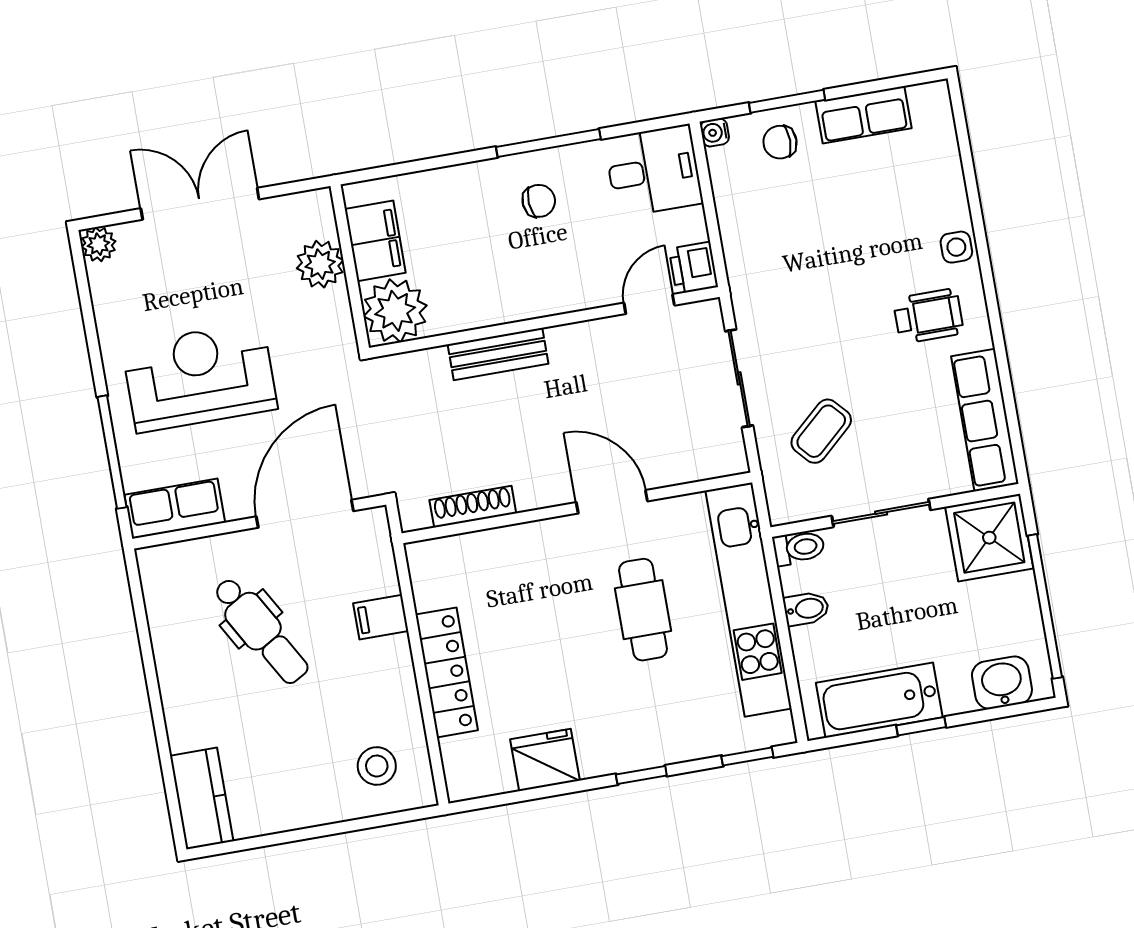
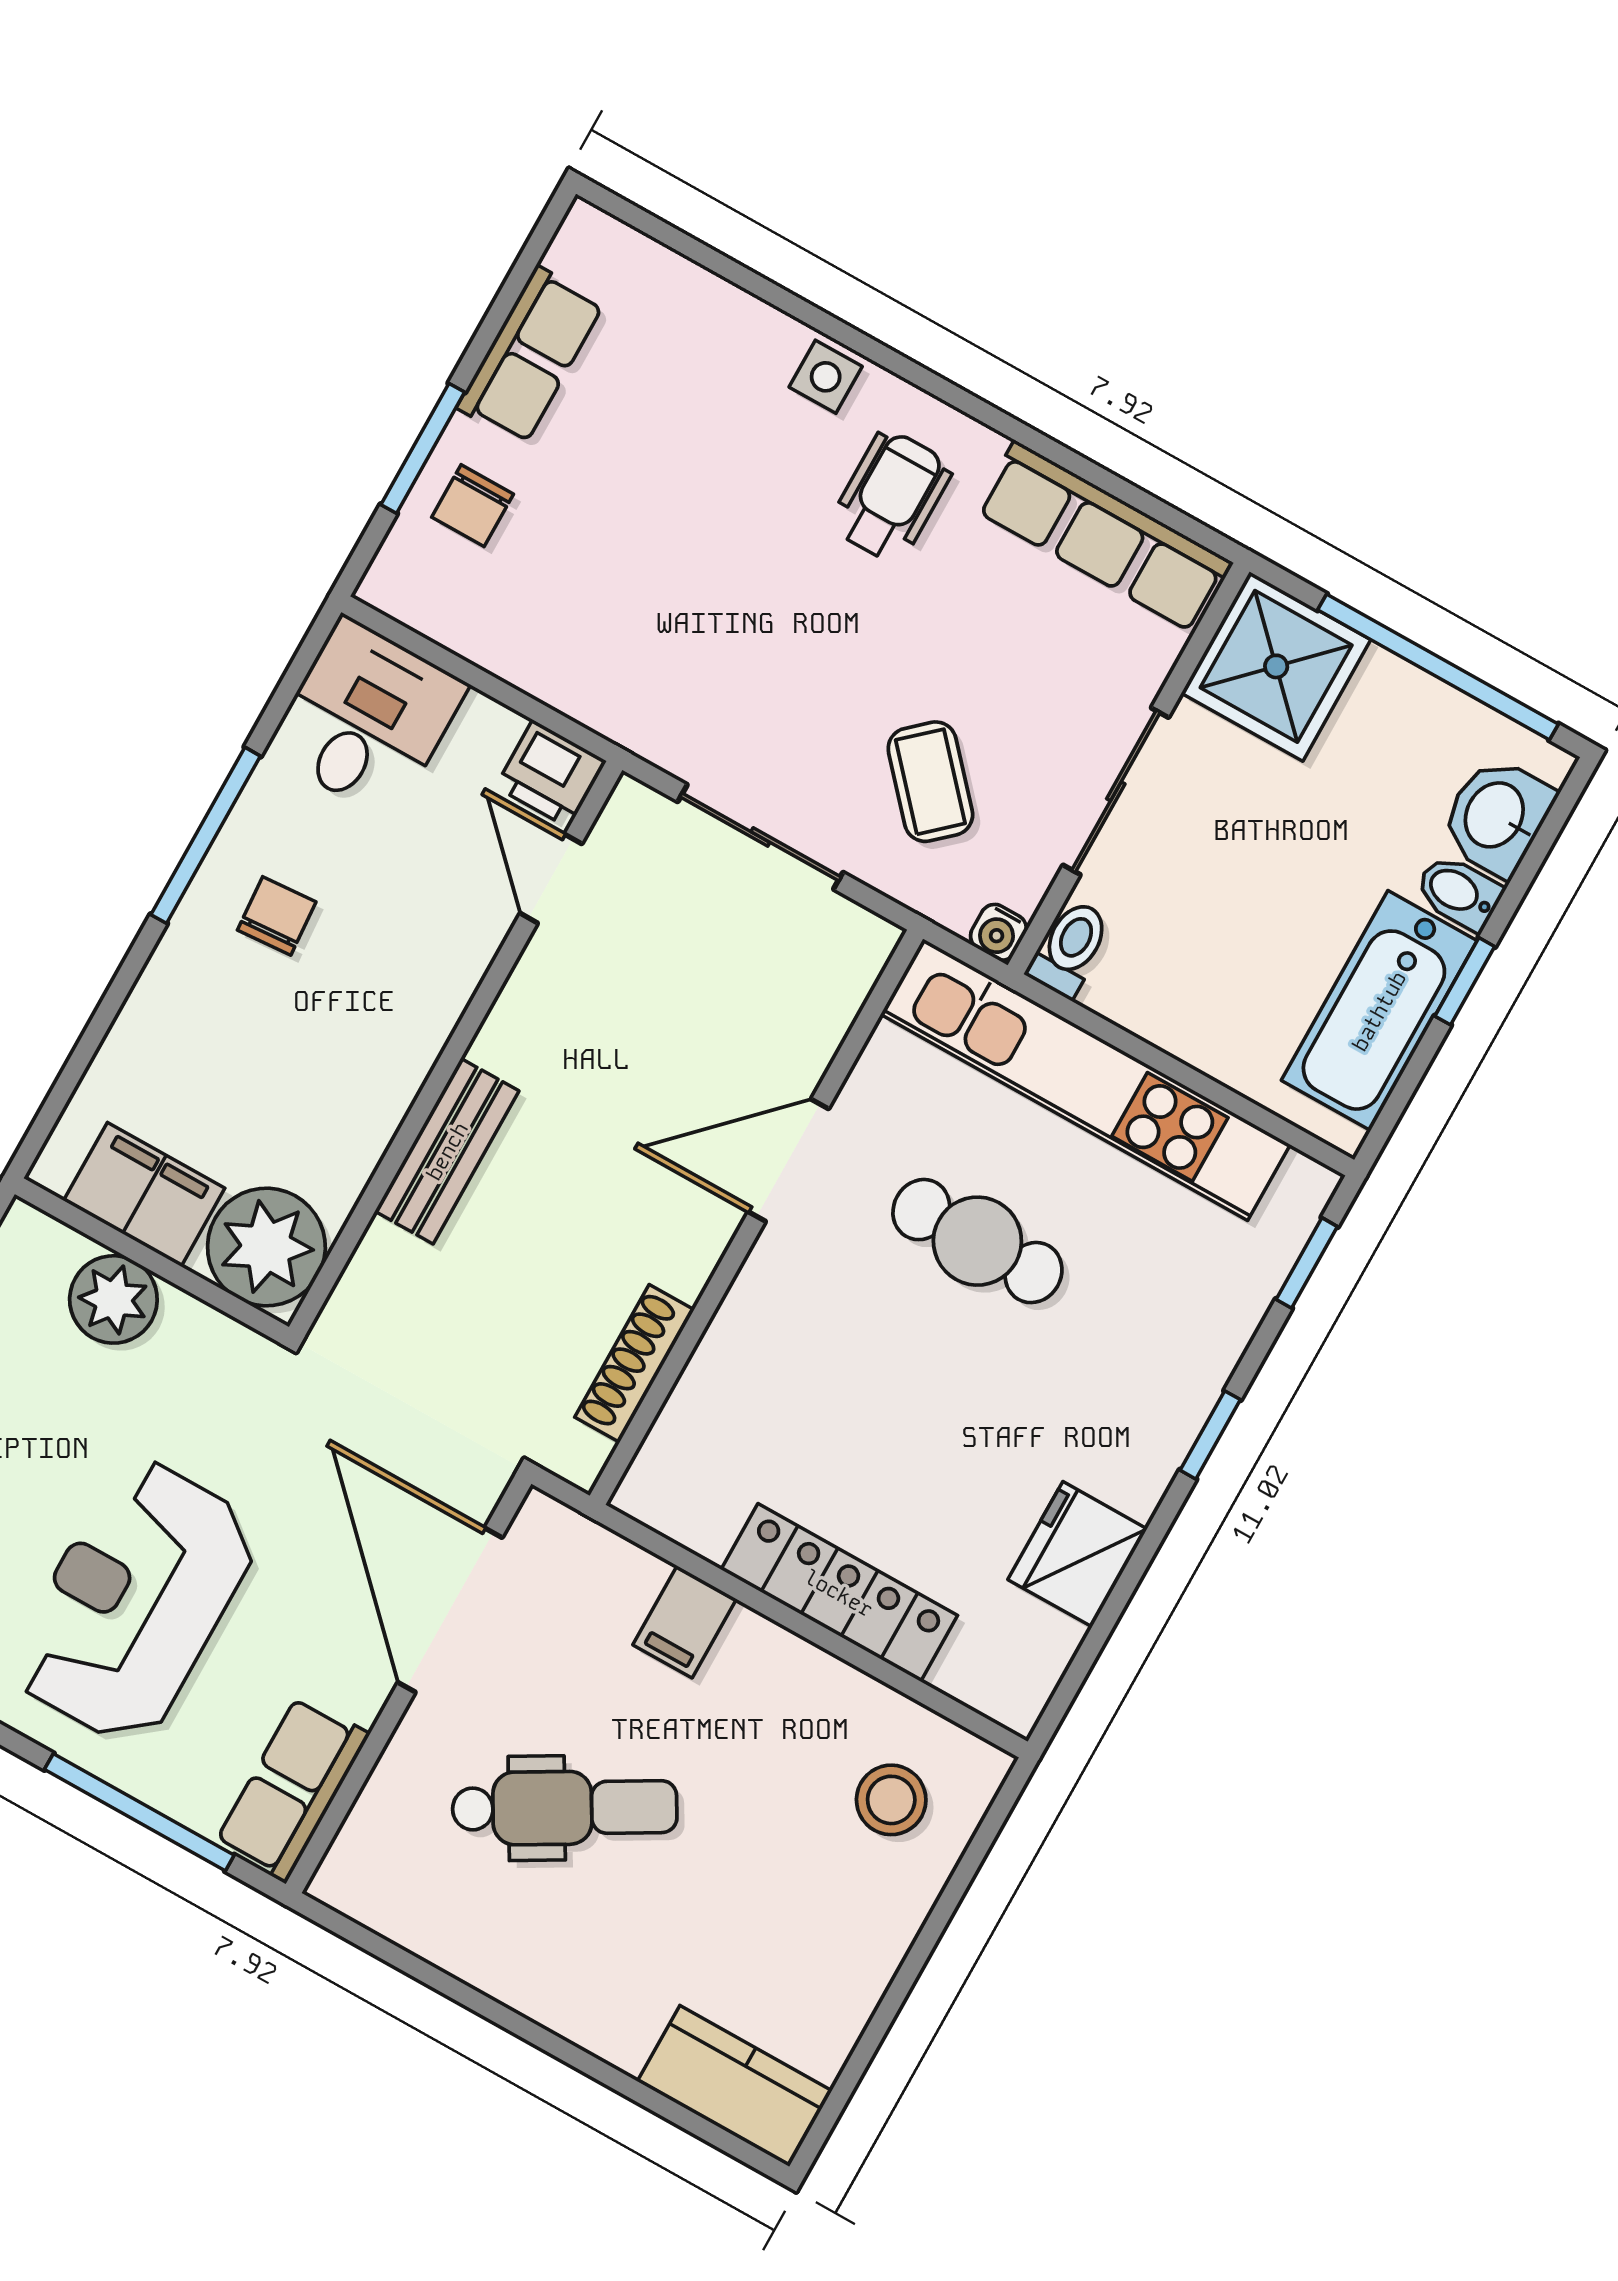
water cooler: (715, 132) -> (998, 932), moved
bidet: (806, 609) -> (1459, 892), moved, turned -90

